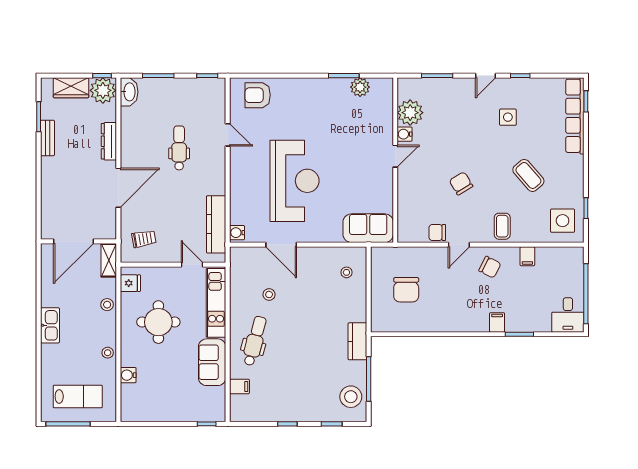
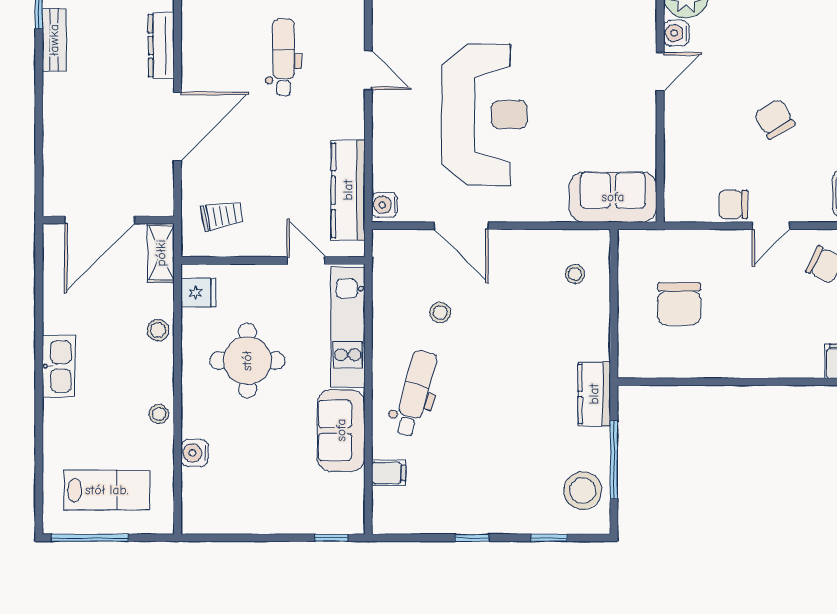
door: (228, 135) -> (368, 70), moved

